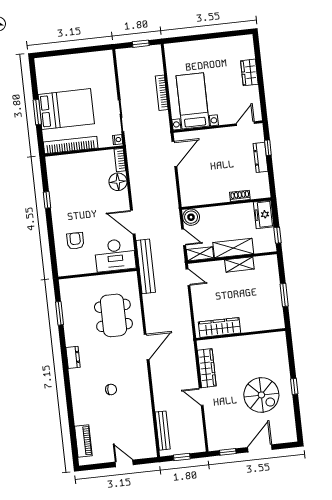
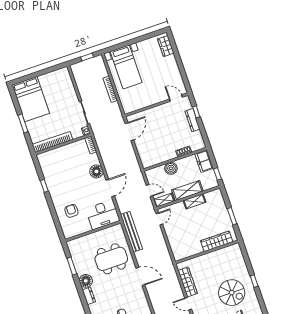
wardrobe: (249, 72) -> (166, 46), moved
bed with nightstands: (193, 101) -> (126, 67), moved, turned 180
bed: (66, 109) -> (31, 99), moved, turned 90
door: (245, 124) -> (176, 98), hinge flipped
floor lamp: (118, 182) -> (96, 171), moved
boiler: (191, 217) -> (171, 168), moved
door: (133, 222) -> (110, 188), swing flipped
bench: (146, 266) -> (131, 232), moved
door: (188, 277) -> (159, 219), hinge flipped
dining table: (113, 315) -> (111, 259), turned 90
wardrobe: (220, 327) -> (217, 241), moved
floor lamp: (74, 337) -> (86, 281), added
door: (147, 347) -> (140, 276), hinge flipped

